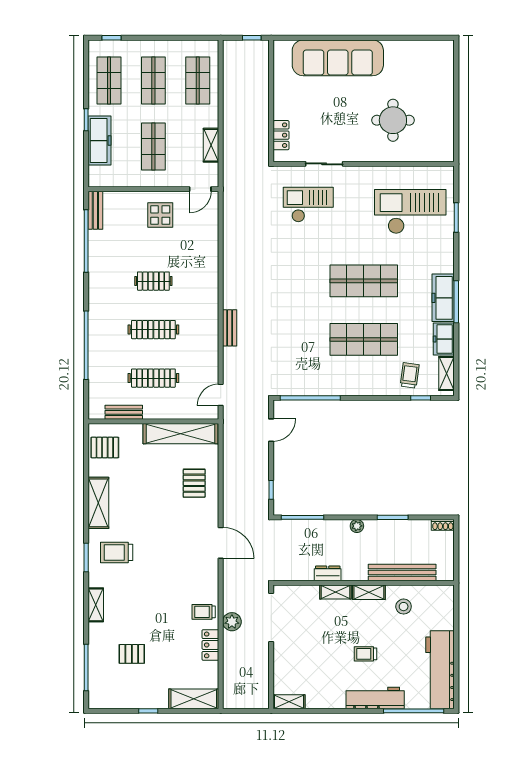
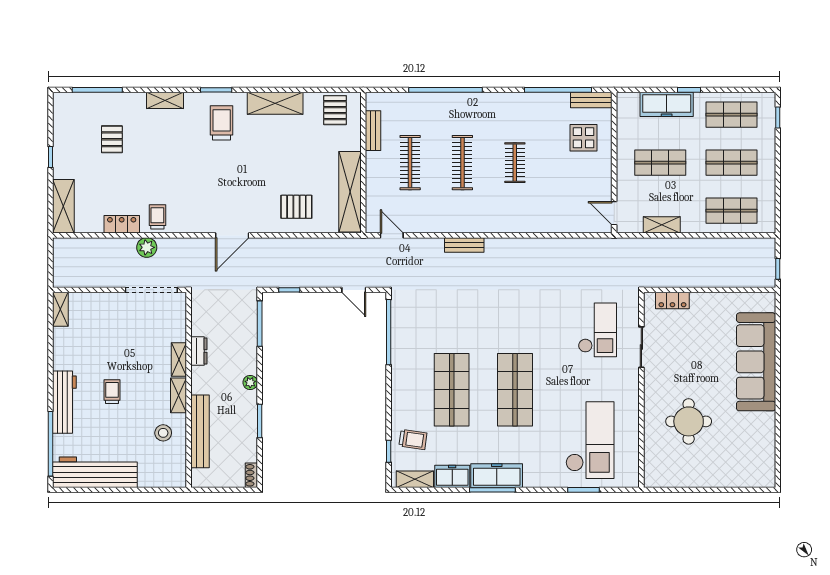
display table: (160, 215) -> (584, 138), moved

